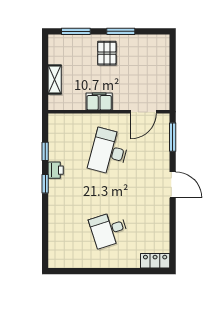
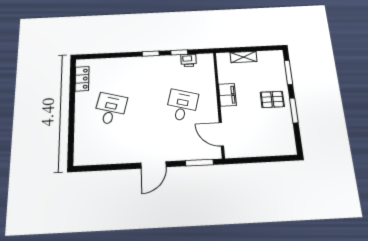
desk: (109, 152) -> (182, 106), width x0.73
printer: (56, 170) -> (189, 60), moved
desk: (109, 230) -> (110, 109), turned 33
locker: (155, 261) -> (82, 79), moved

